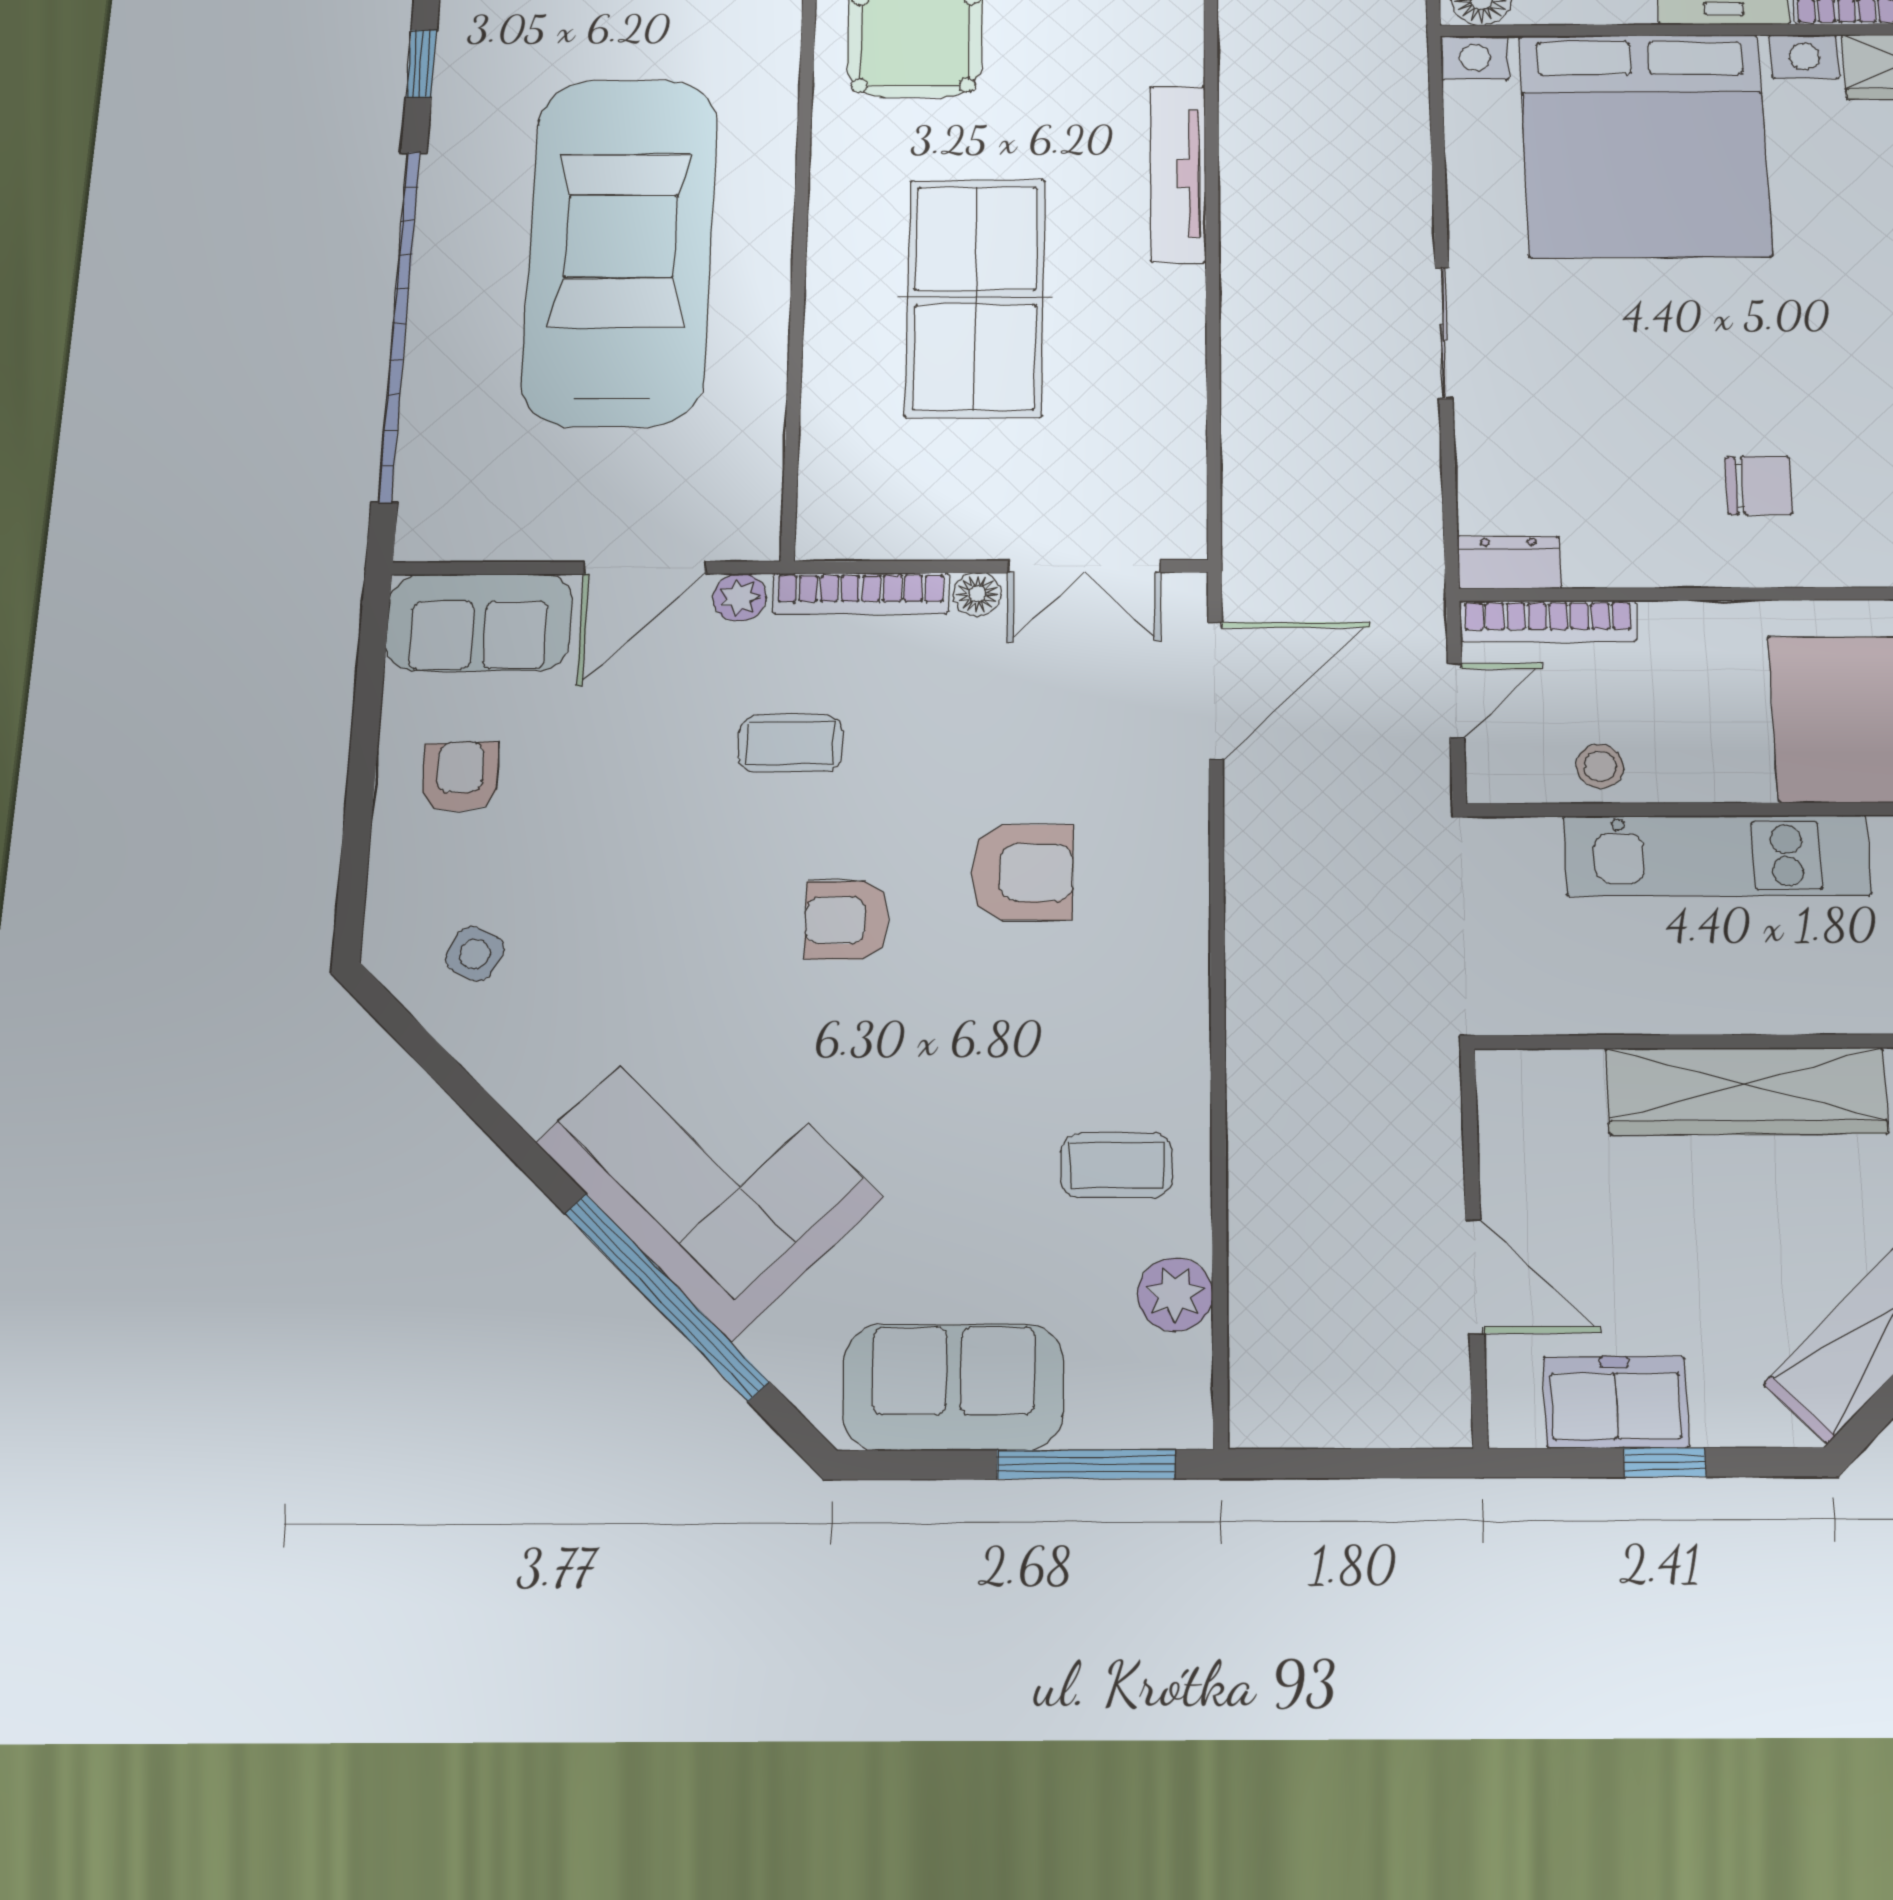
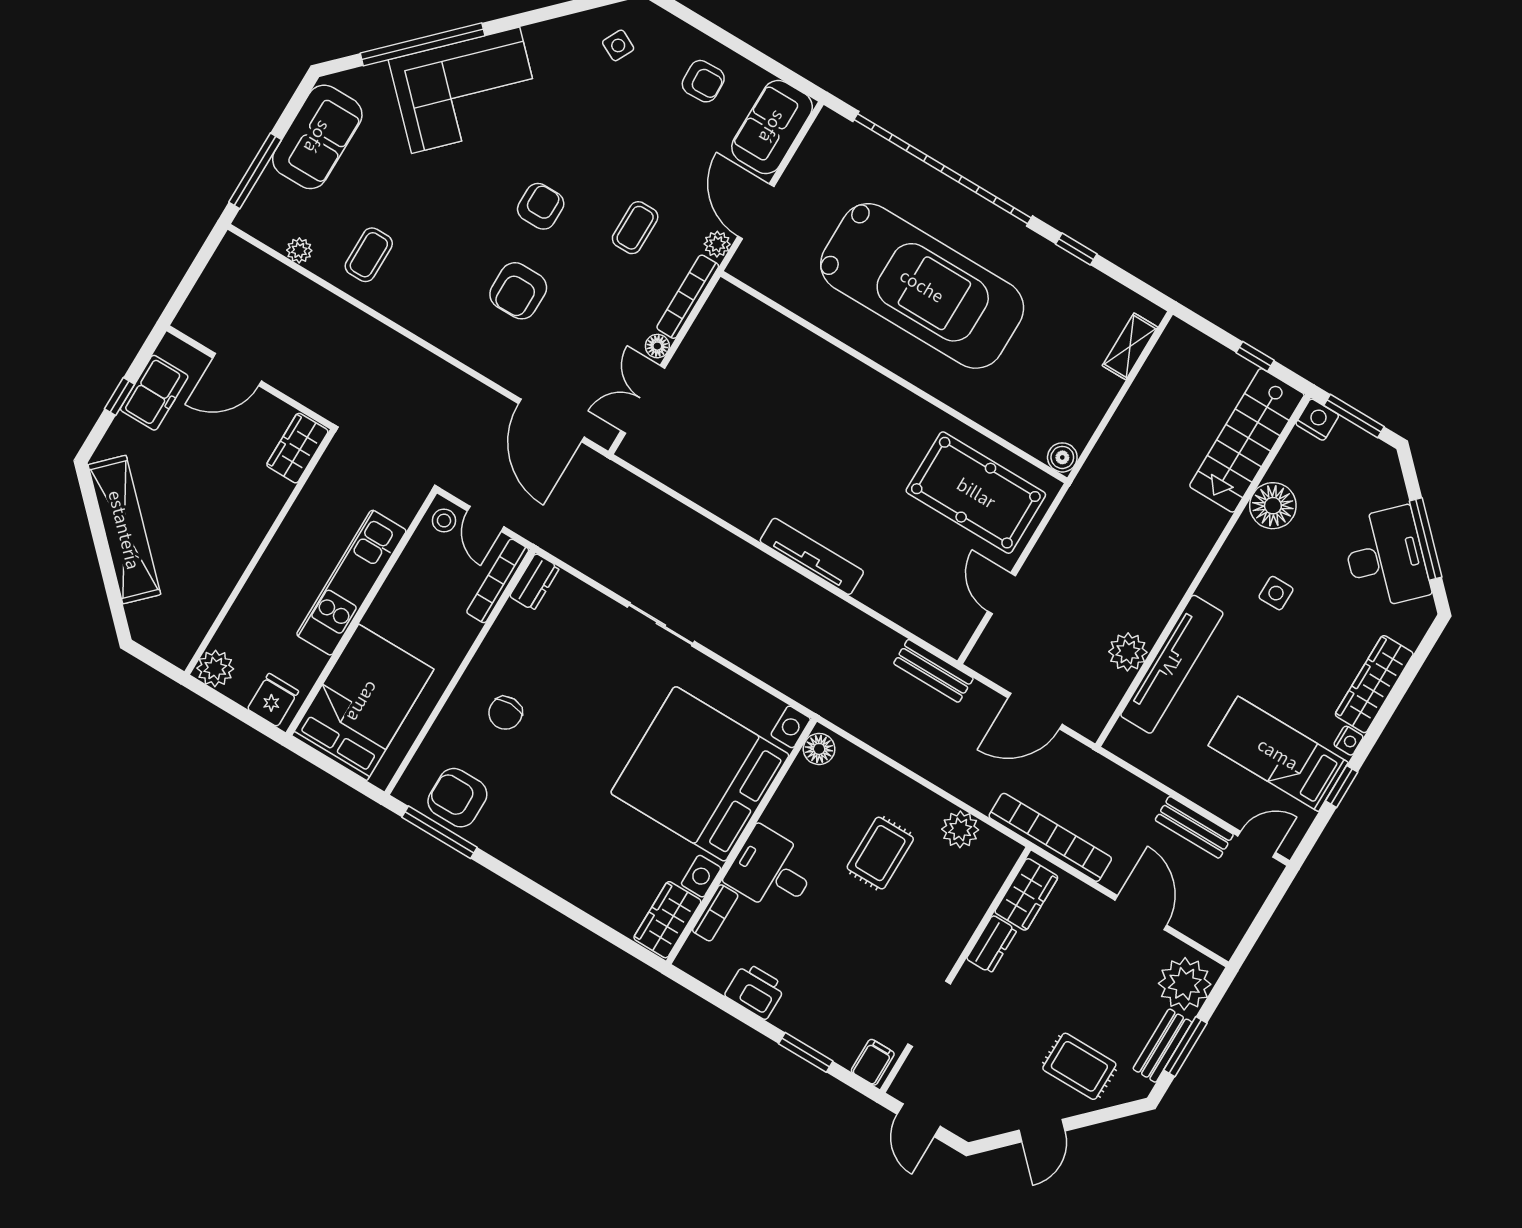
table tennis table: (976, 297) -> (803, 429), removed
stool: (1600, 766) -> (444, 521), moved
wardrobe: (1746, 1091) -> (297, 448), moved, width x0.48, depth x0.85
plant: (1175, 1294) -> (299, 250), width x0.73, depth x0.73

